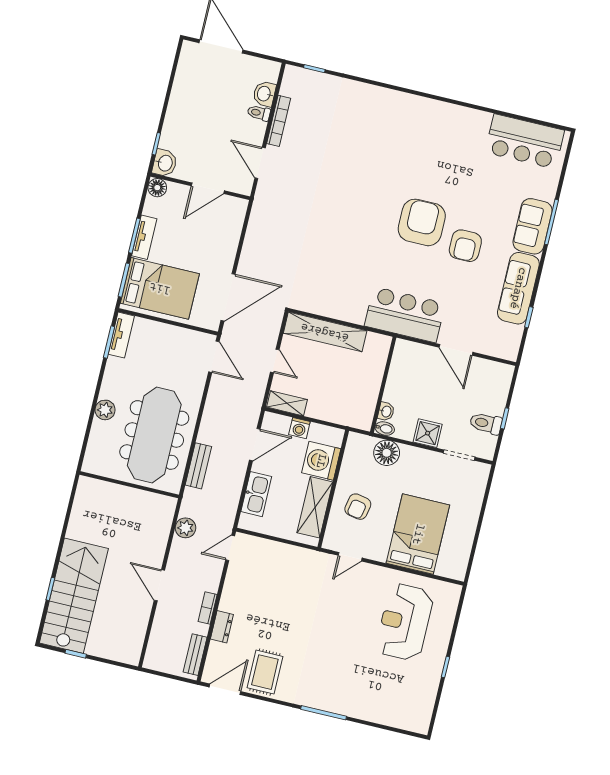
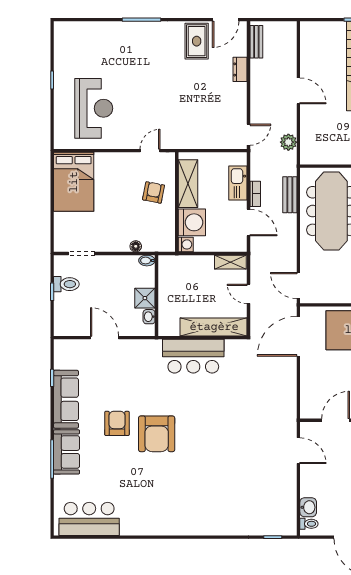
toilet: (259, 113) -> (309, 524), moved
bookcase: (279, 121) -> (292, 488), removed
bar counter: (405, 315) -> (193, 356), moved
washbasin: (386, 411) -> (149, 317), moved
washing machine: (299, 428) -> (186, 244), moved, turned 90
shower: (428, 433) -> (145, 298), moved
door: (255, 445) -> (249, 223), swing flipped
floor lamp: (387, 453) -> (136, 246), width x0.53, depth x0.53
bed: (418, 534) -> (74, 182), moved
bookcase: (208, 608) -> (255, 194), moved

